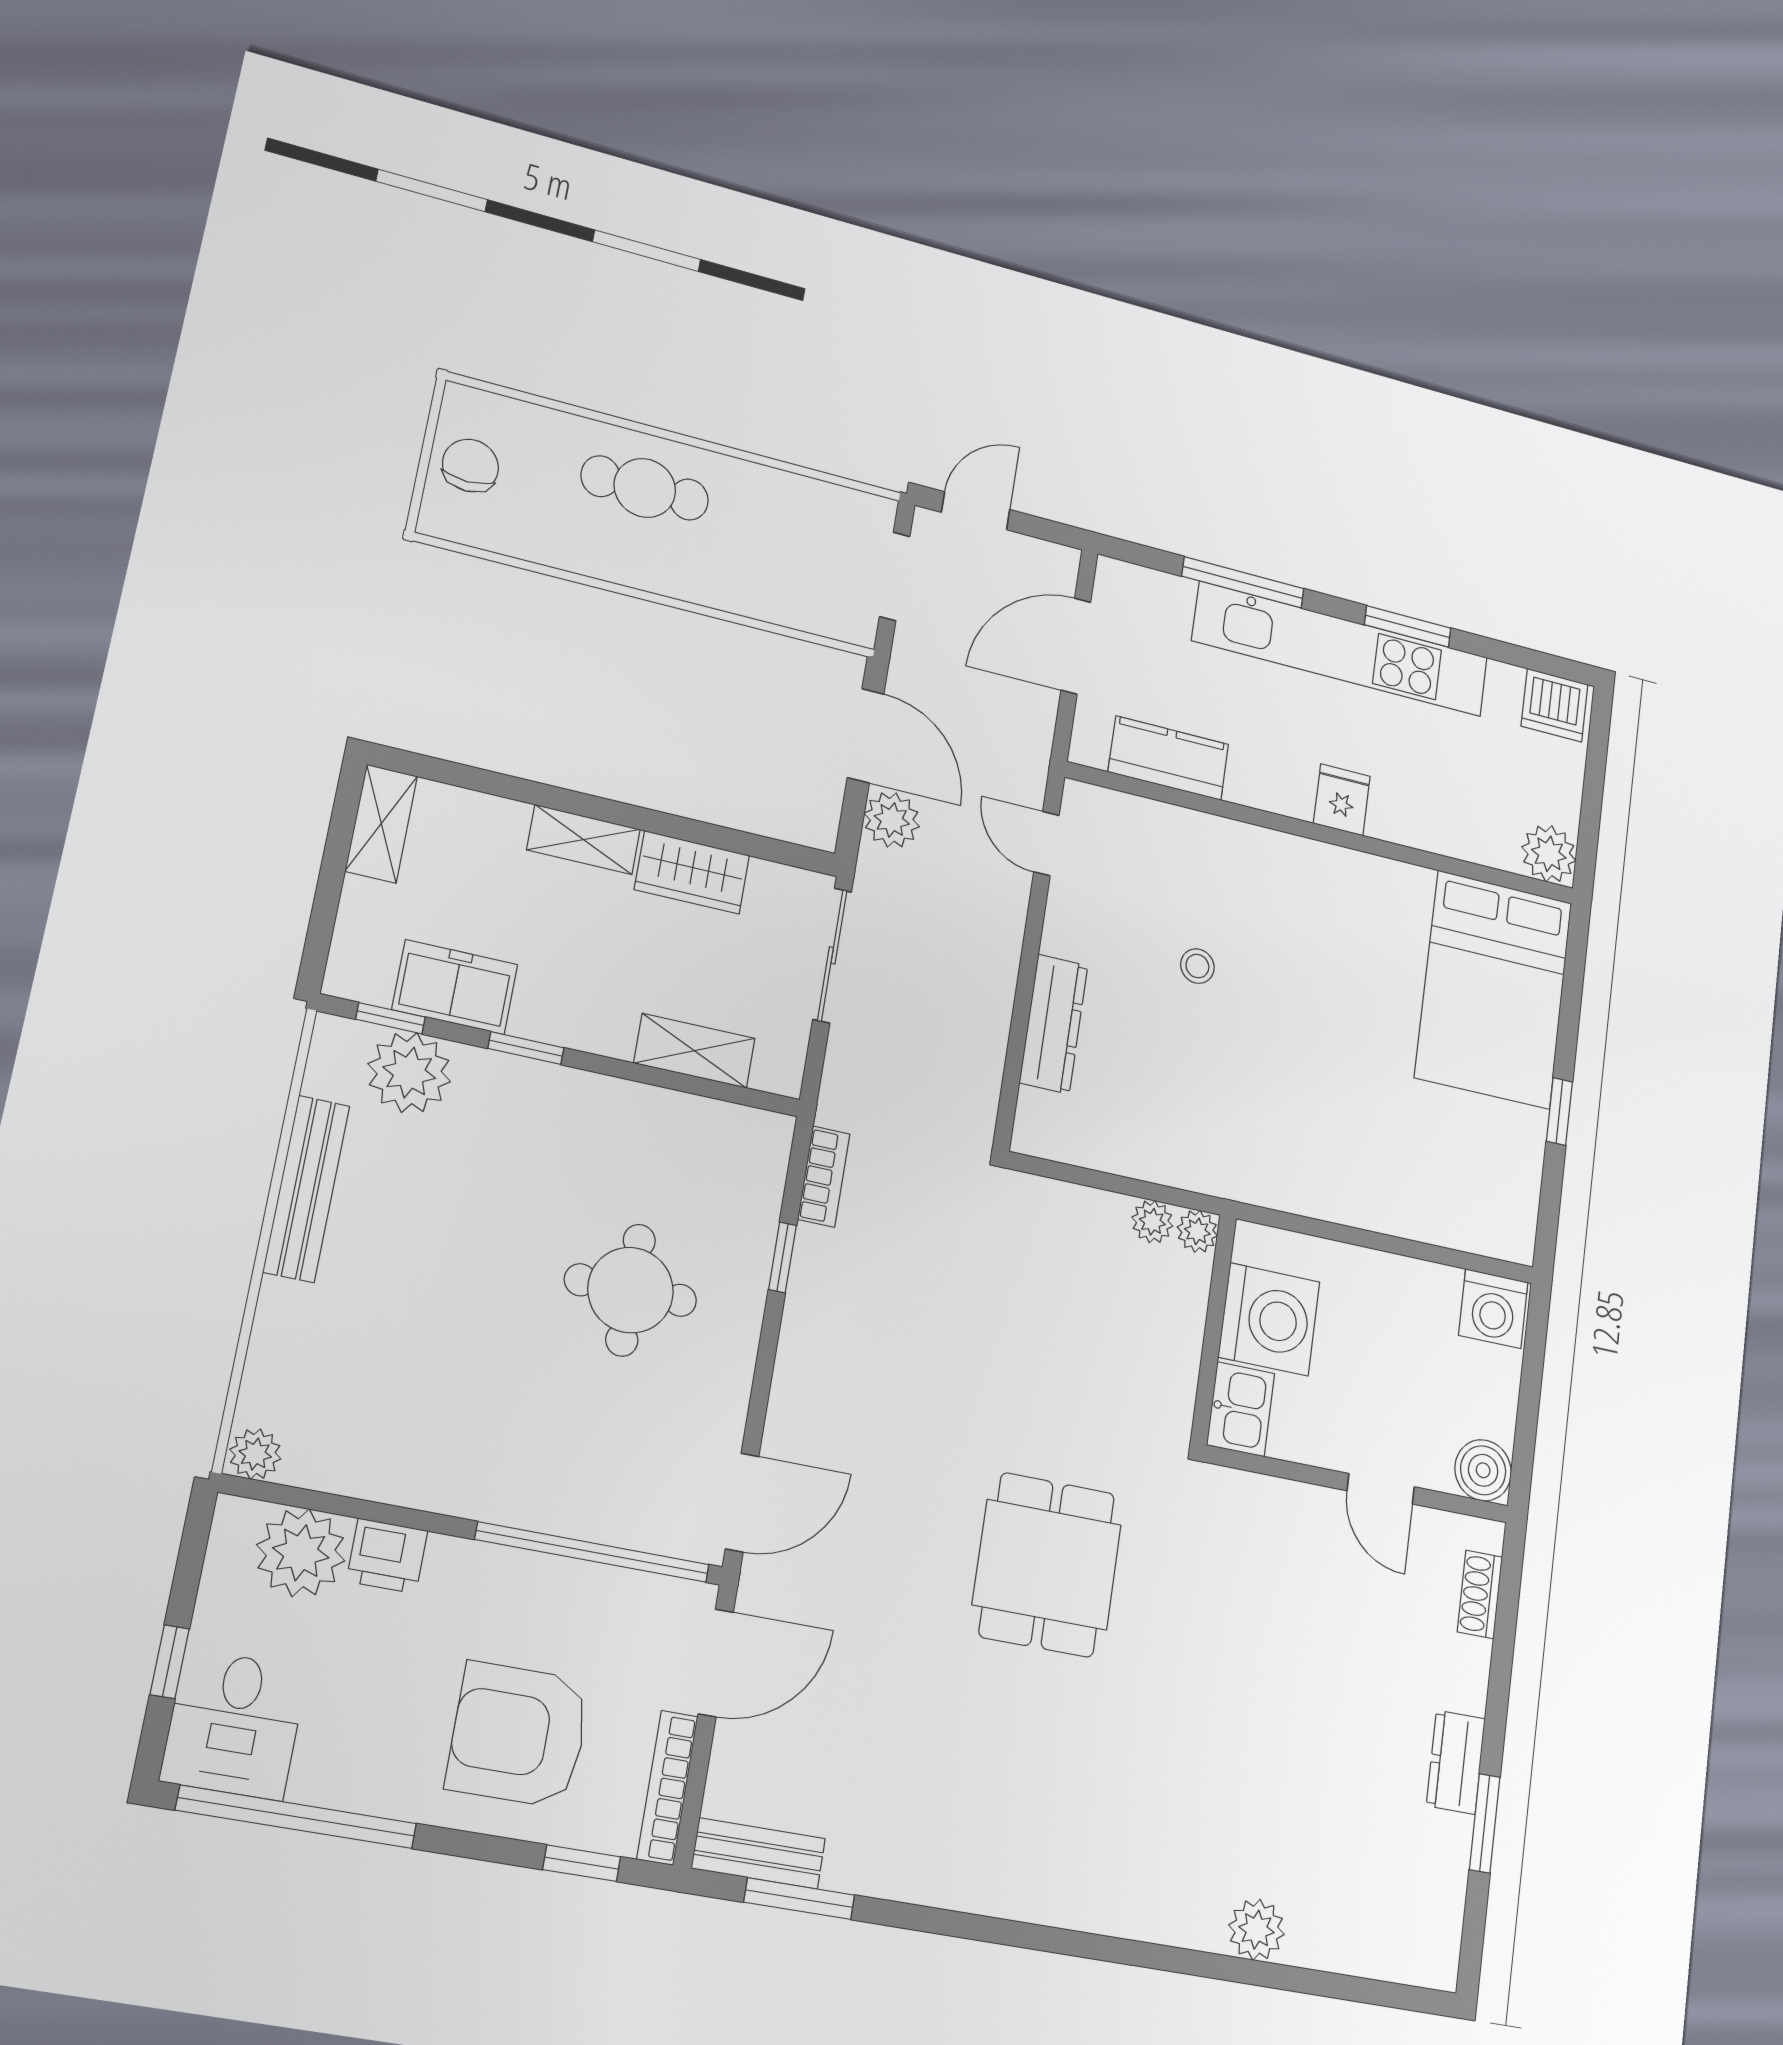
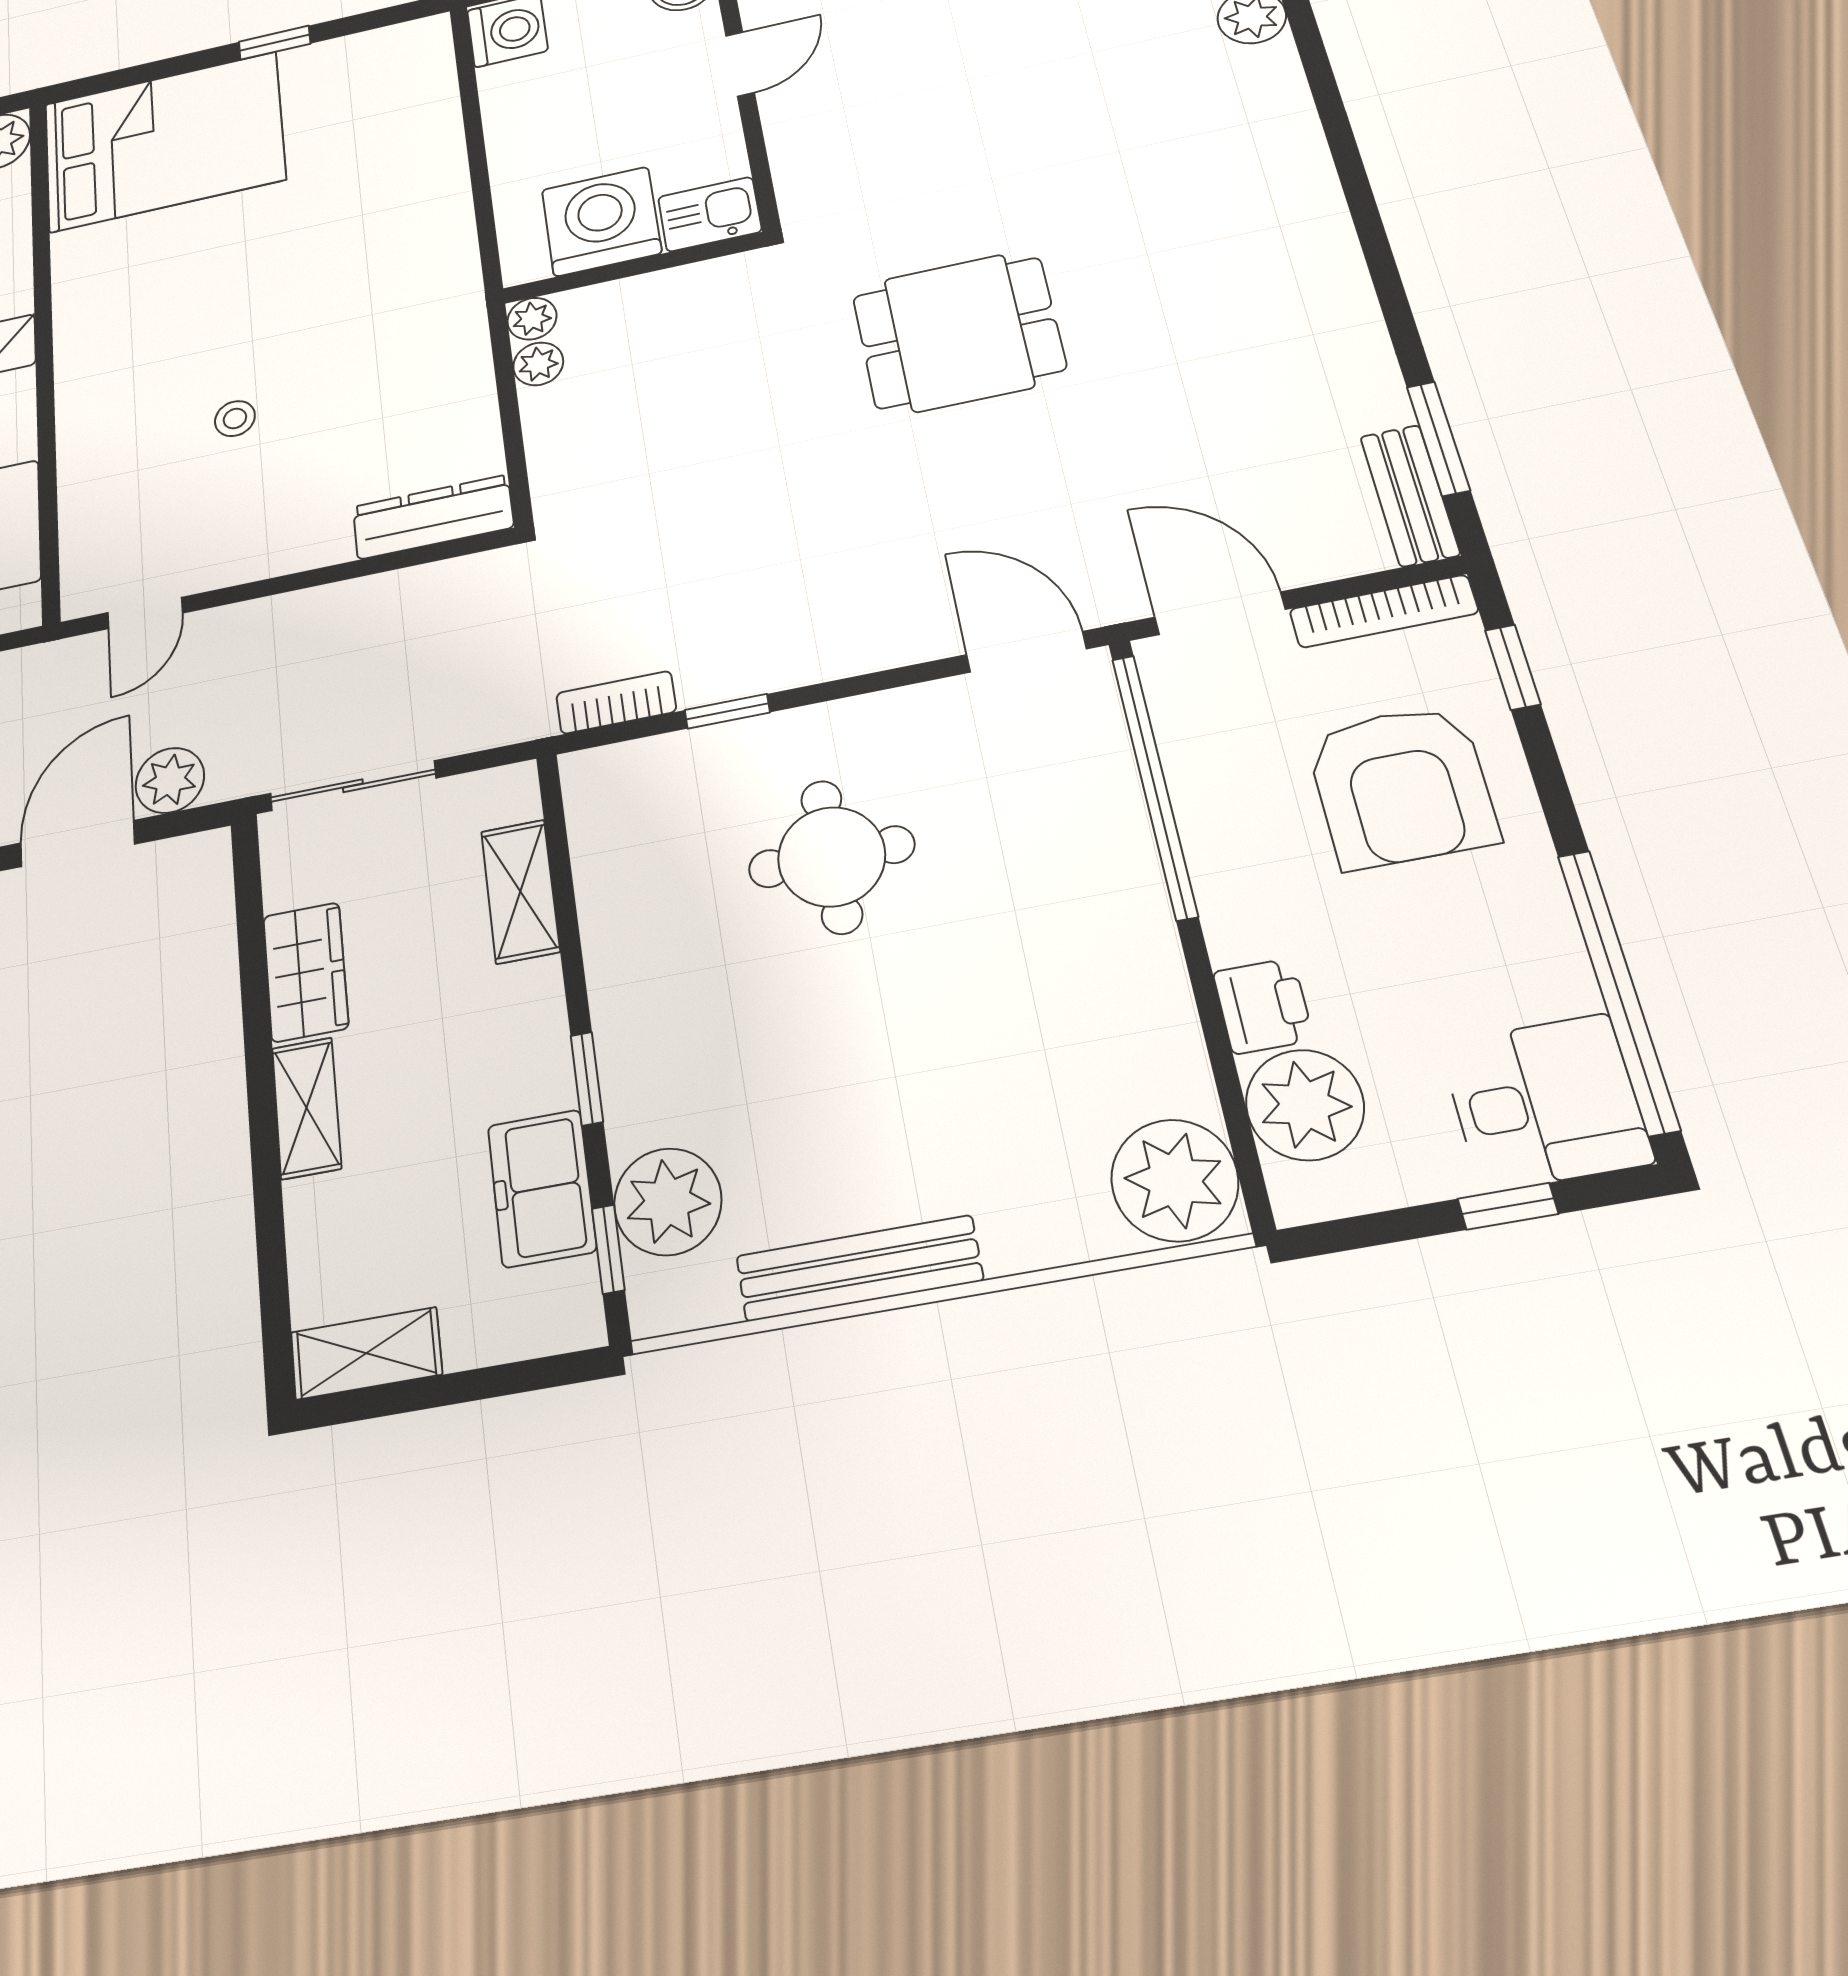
dresser: (1054, 1024) -> (433, 517), moved
plant: (255, 1454) -> (1175, 1180), width x1.88, depth x1.88

